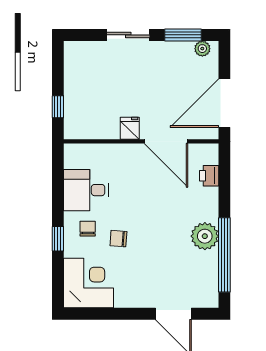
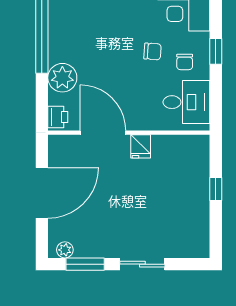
fridge: (130, 128) -> (141, 146), moved
wall: (141, 141) -> (129, 133), moved
door: (166, 141) -> (103, 133), moved
plant: (205, 236) -> (62, 78), moved

